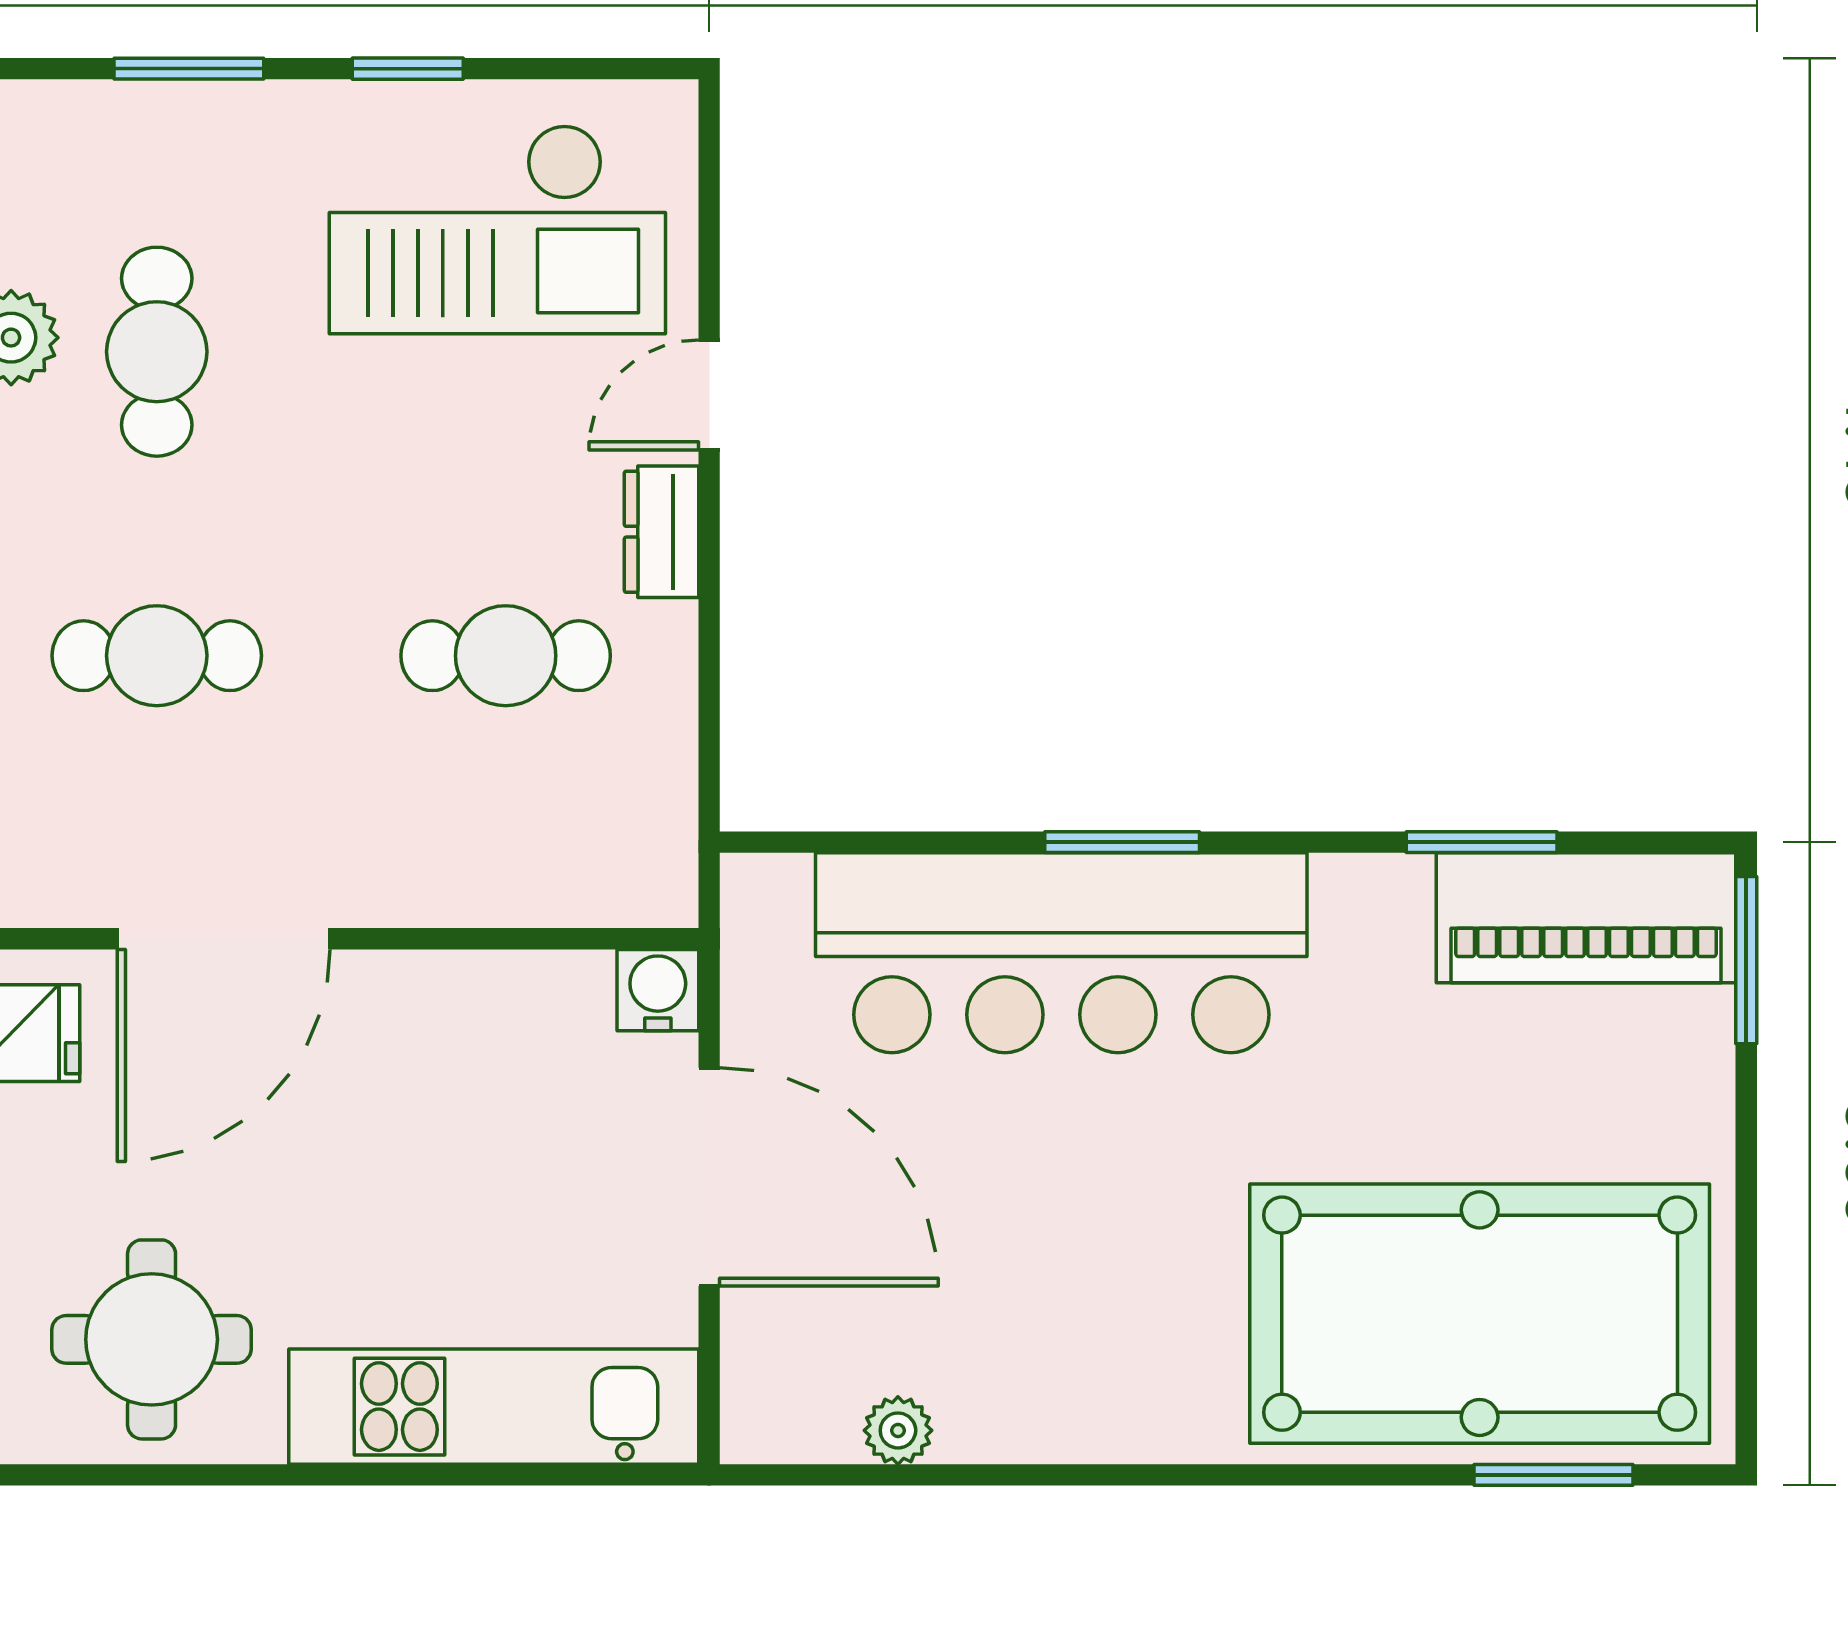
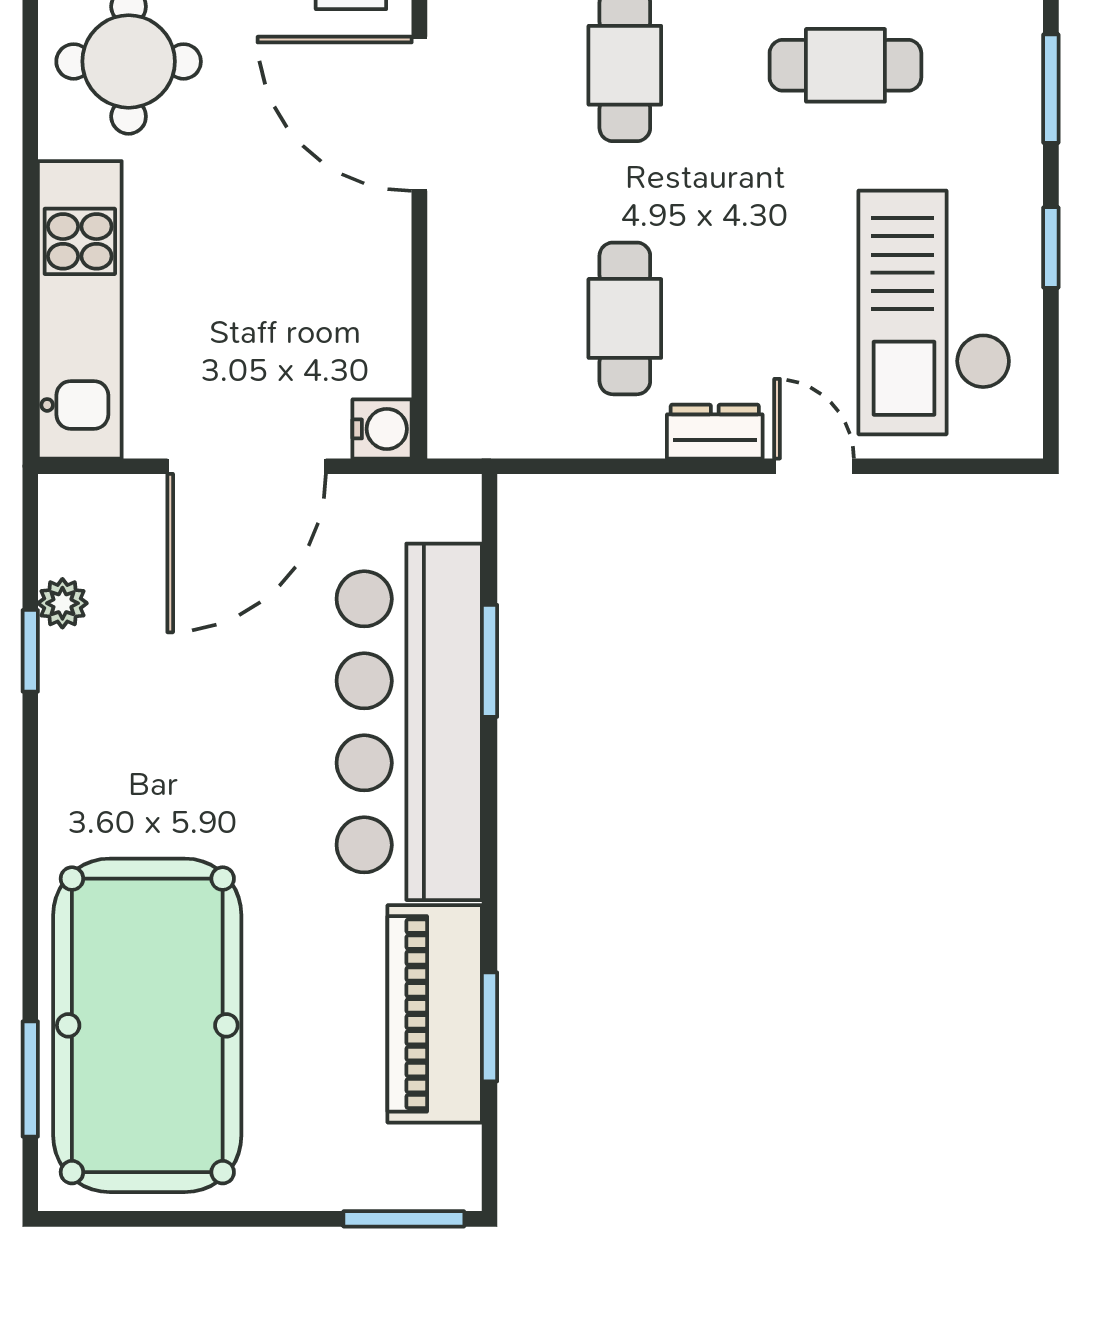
window: (1122, 842) -> (490, 661), moved
piano: (1586, 918) -> (435, 1014), moved
window: (964, 1475) -> (30, 651), added

